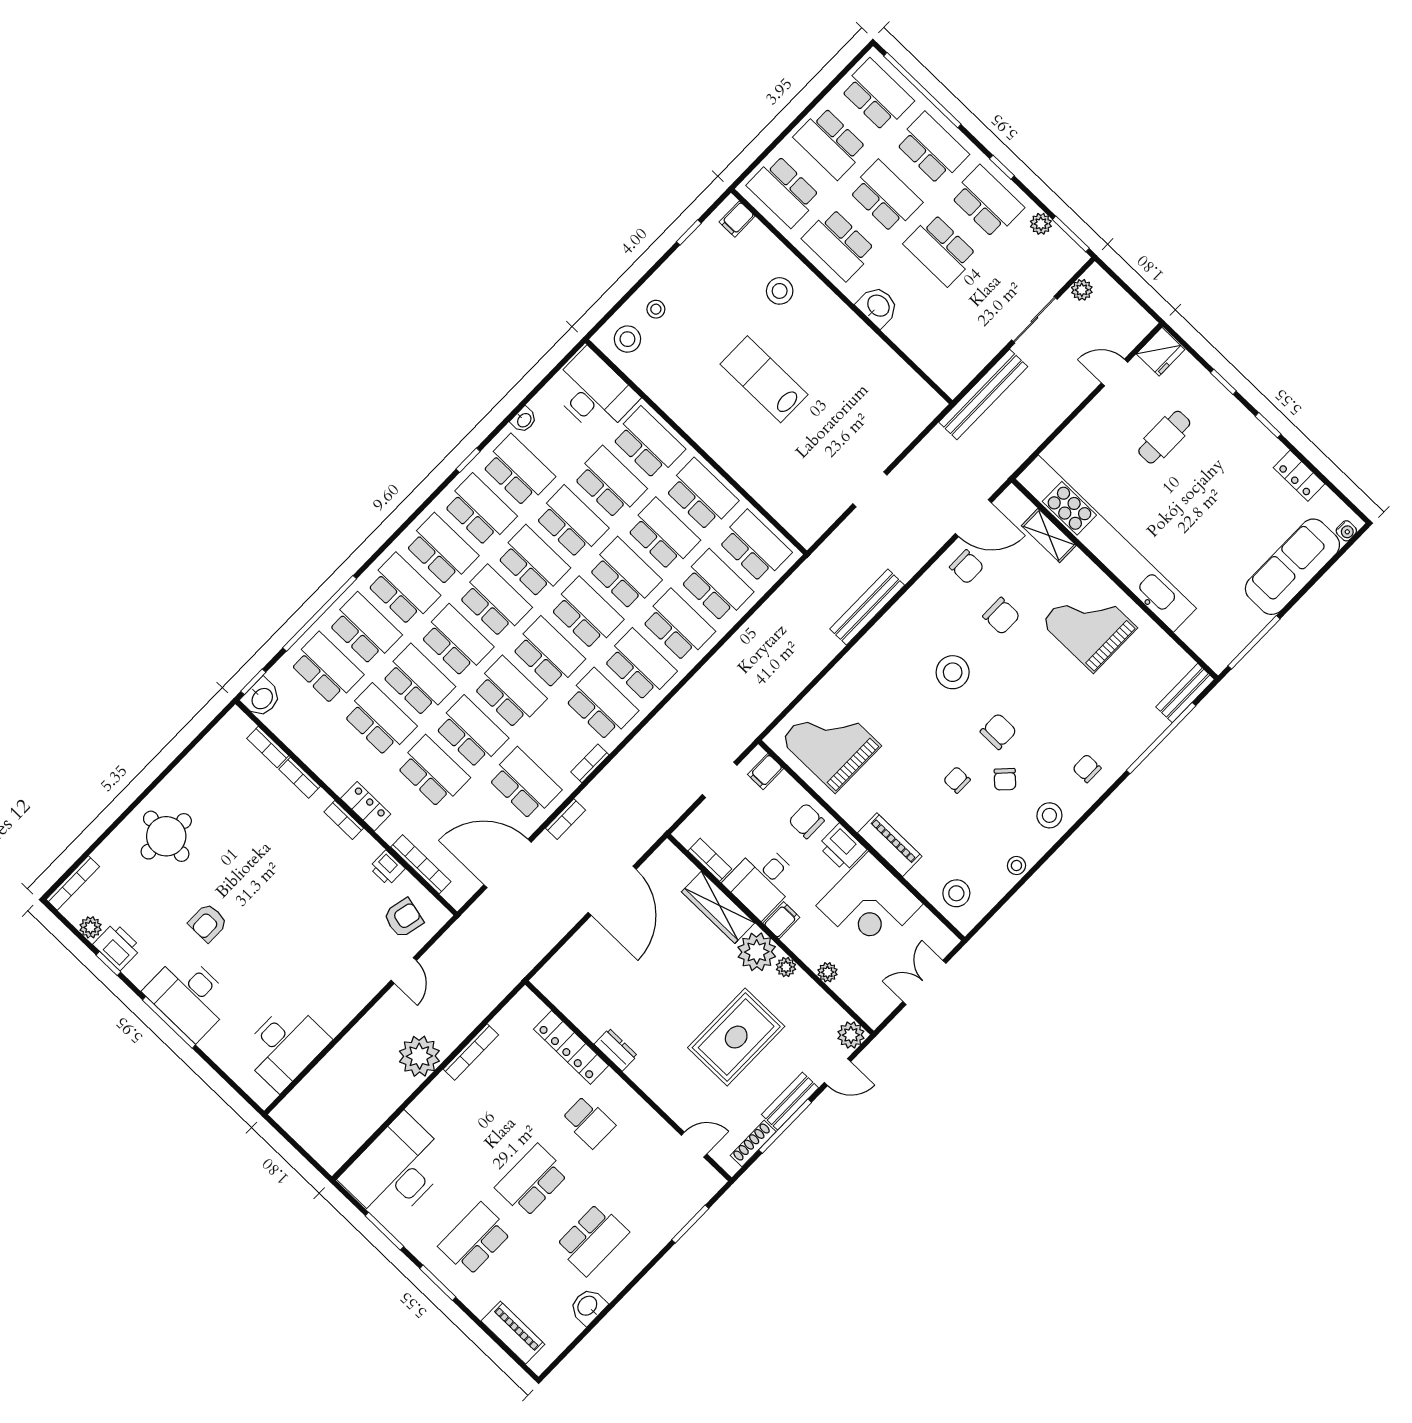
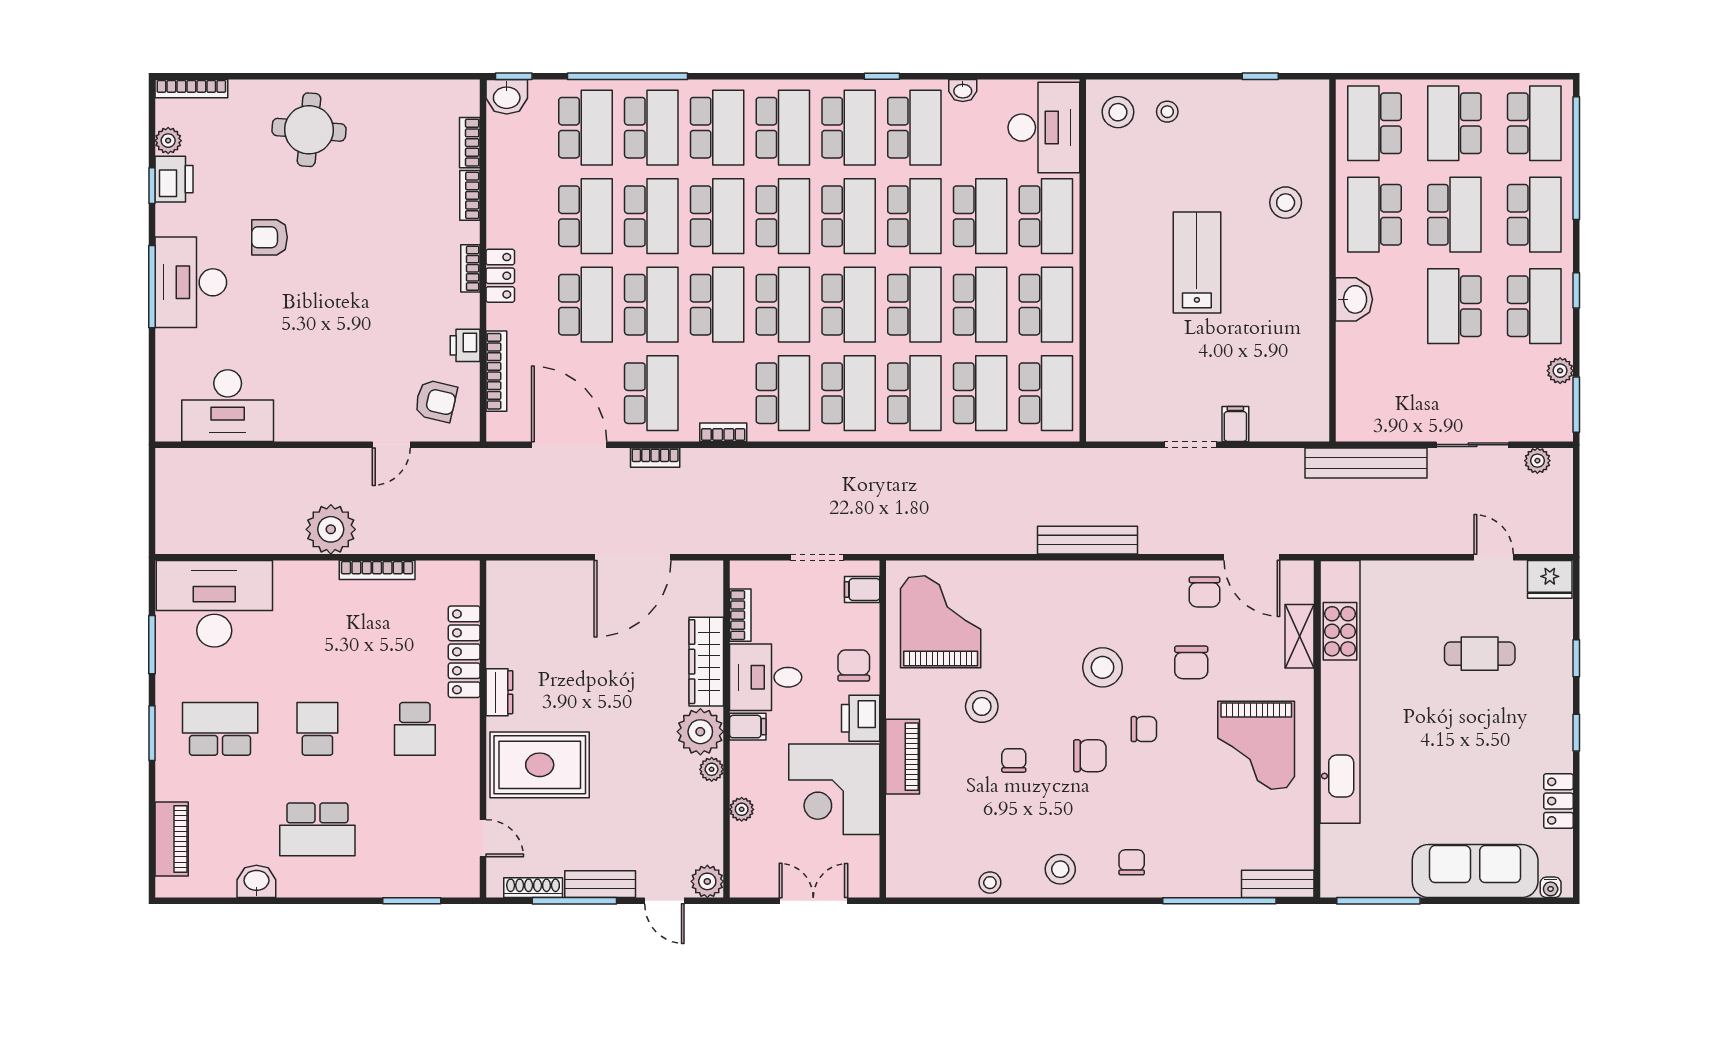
filing cabinet: (737, 219) -> (1235, 424), moved, turned 90
grand piano: (1089, 625) -> (1256, 745), turned 180
chair: (1005, 779) -> (1144, 729), moved, turned -134
stool: (956, 893) -> (982, 706), moved
rug: (736, 1037) -> (540, 765), moved
school desk: (532, 1181) -> (317, 729), width x0.54

